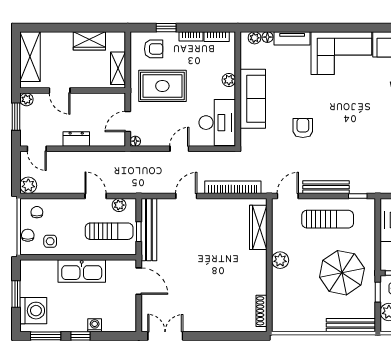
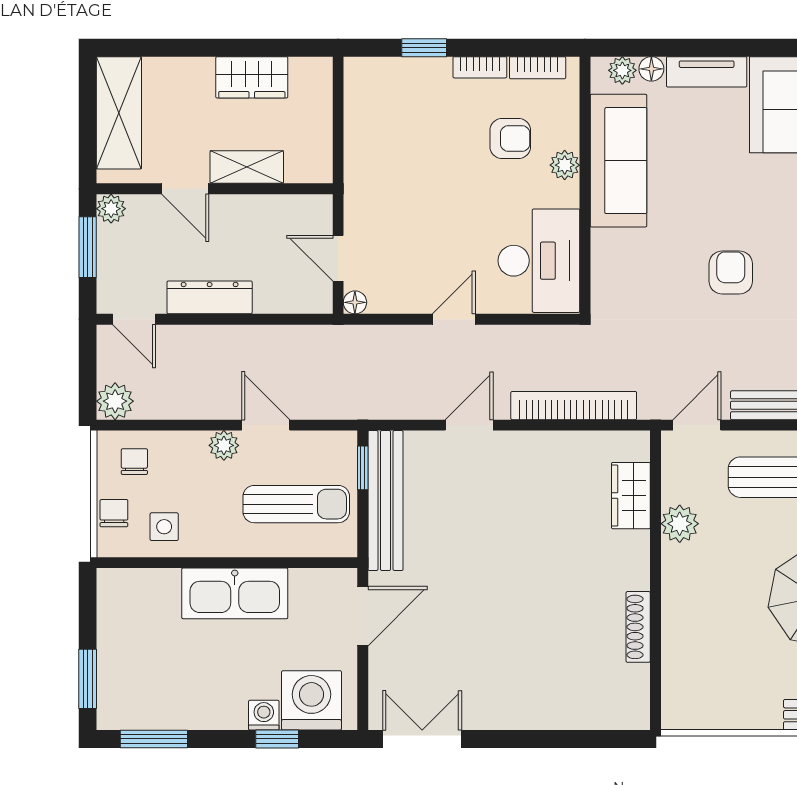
armchair: (154, 49) -> (510, 139), moved
shelving: (118, 68) -> (247, 167), moved, turned 90
rug: (162, 86) -> (416, 179), removed
sofa: (253, 99) -> (618, 161), moved
door: (128, 122) -> (338, 258), hinge flipped
dresser: (76, 139) -> (210, 297), width x1.44
plant: (119, 205) -> (224, 445), moved
wardrobe: (258, 227) -> (631, 496), width x0.67
window: (139, 232) -> (363, 468), moved
plant: (280, 260) -> (680, 524), moved
door: (139, 281) -> (363, 616), hinge flipped
window: (16, 294) -> (88, 679), moved
washing machine: (33, 311) -> (311, 700), moved, turned -90
shoe rack: (262, 311) -> (638, 627), moved
window: (80, 336) -> (277, 739), moved

